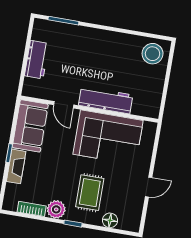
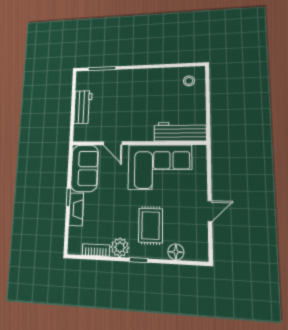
stool: (153, 54) -> (189, 81), width x0.53, depth x0.53
workbench: (106, 100) -> (180, 132), moved

